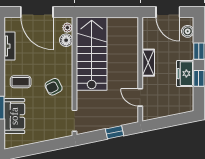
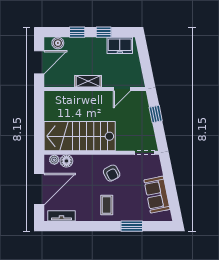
tv unit: (10, 46) -> (62, 216), moved
freezer: (185, 74) -> (120, 45), moved
sofa: (14, 116) -> (157, 195), moved, turned -102

